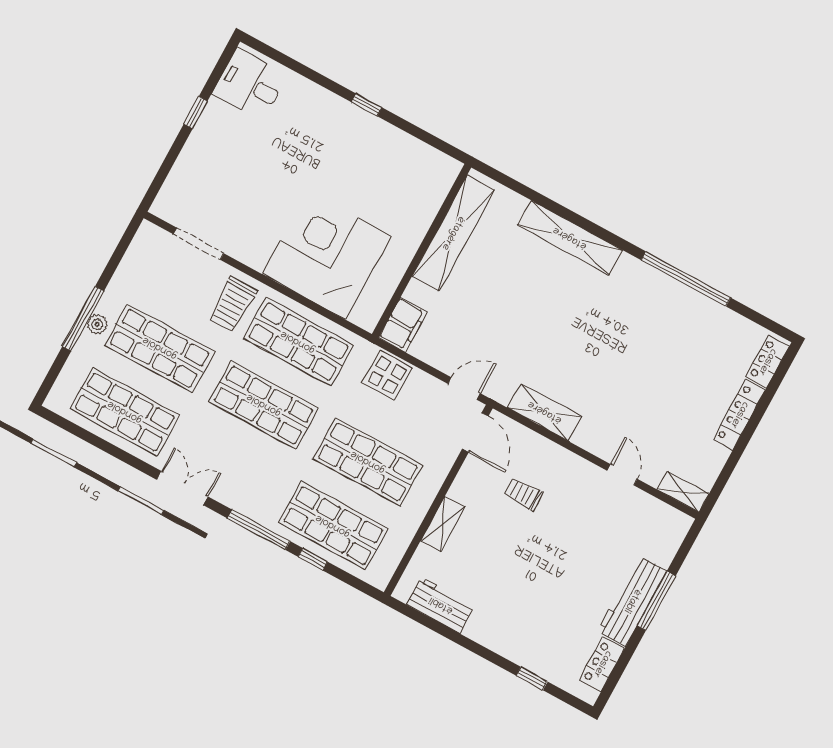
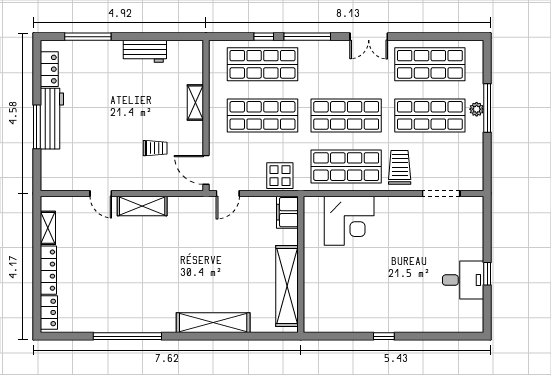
desk: (250, 84) -> (463, 280), moved
corner desk: (327, 255) -> (349, 221), width x0.74, depth x0.74
shelving: (545, 412) -> (142, 206), moved
shelving: (683, 492) -> (48, 228), moved, turned 90
workbench: (441, 605) -> (145, 51), moved
window: (532, 679) -> (88, 37), width x2.17

